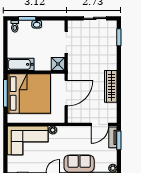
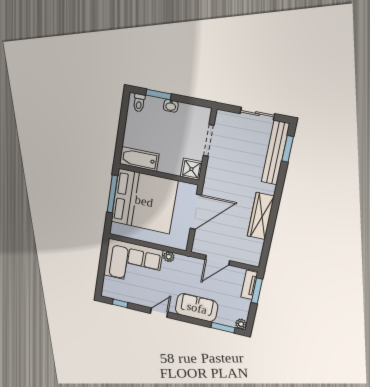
bench: (112, 41) -> (275, 153), added
door: (100, 124) -> (217, 260), moved

